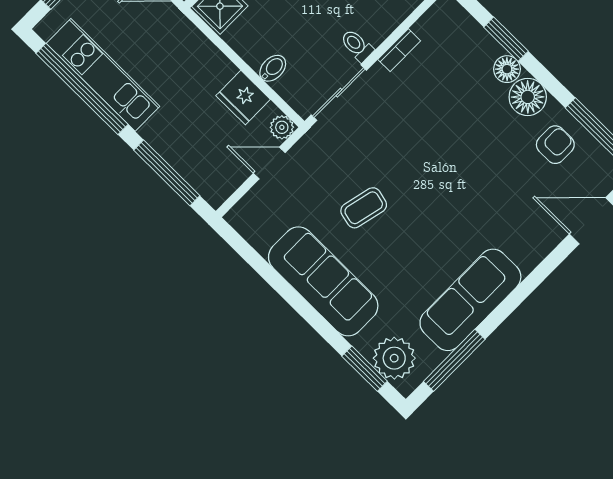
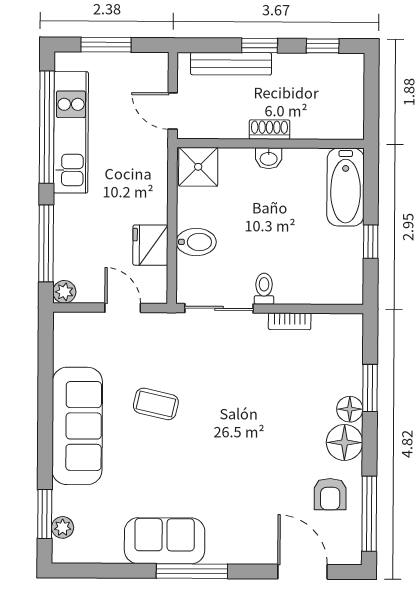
bidet: (273, 68) -> (196, 242), width x1.38, depth x1.36
plant: (282, 127) -> (64, 292), moved
armchair: (555, 145) -> (330, 494), turned 90
sofa: (470, 300) -> (165, 541), width x0.73
plant: (394, 358) -> (63, 527), width x0.53, depth x0.53
window: (454, 360) -> (192, 571), moved

